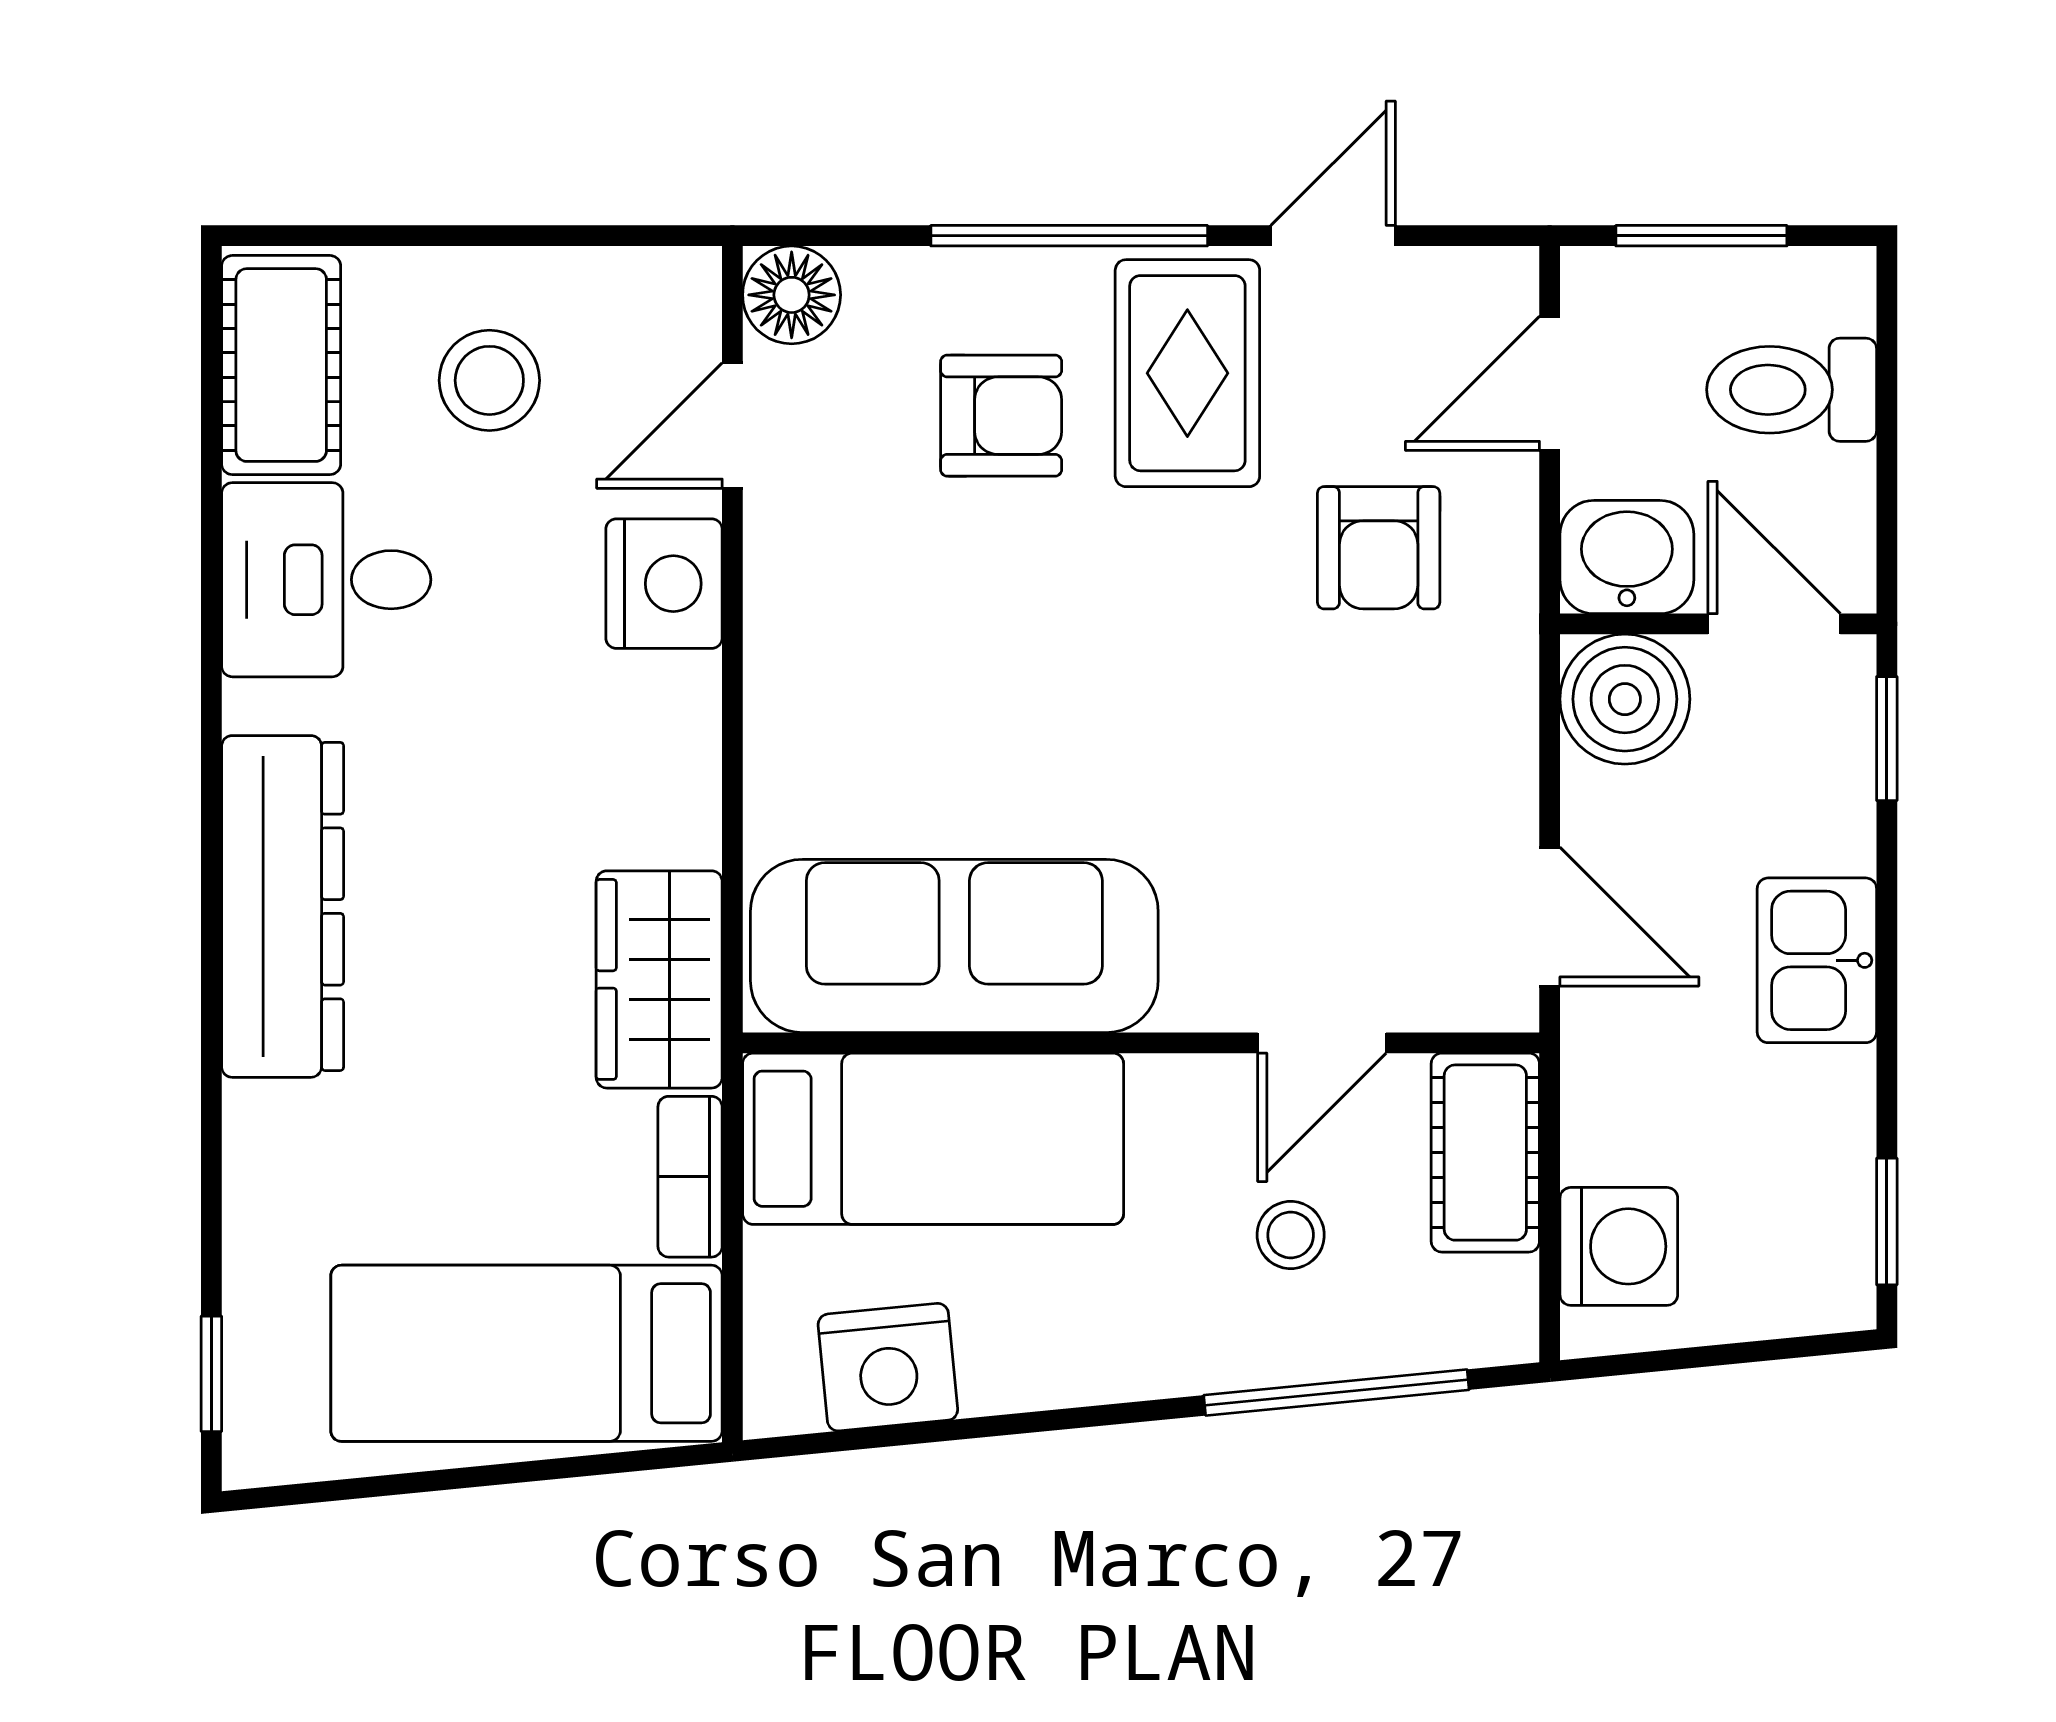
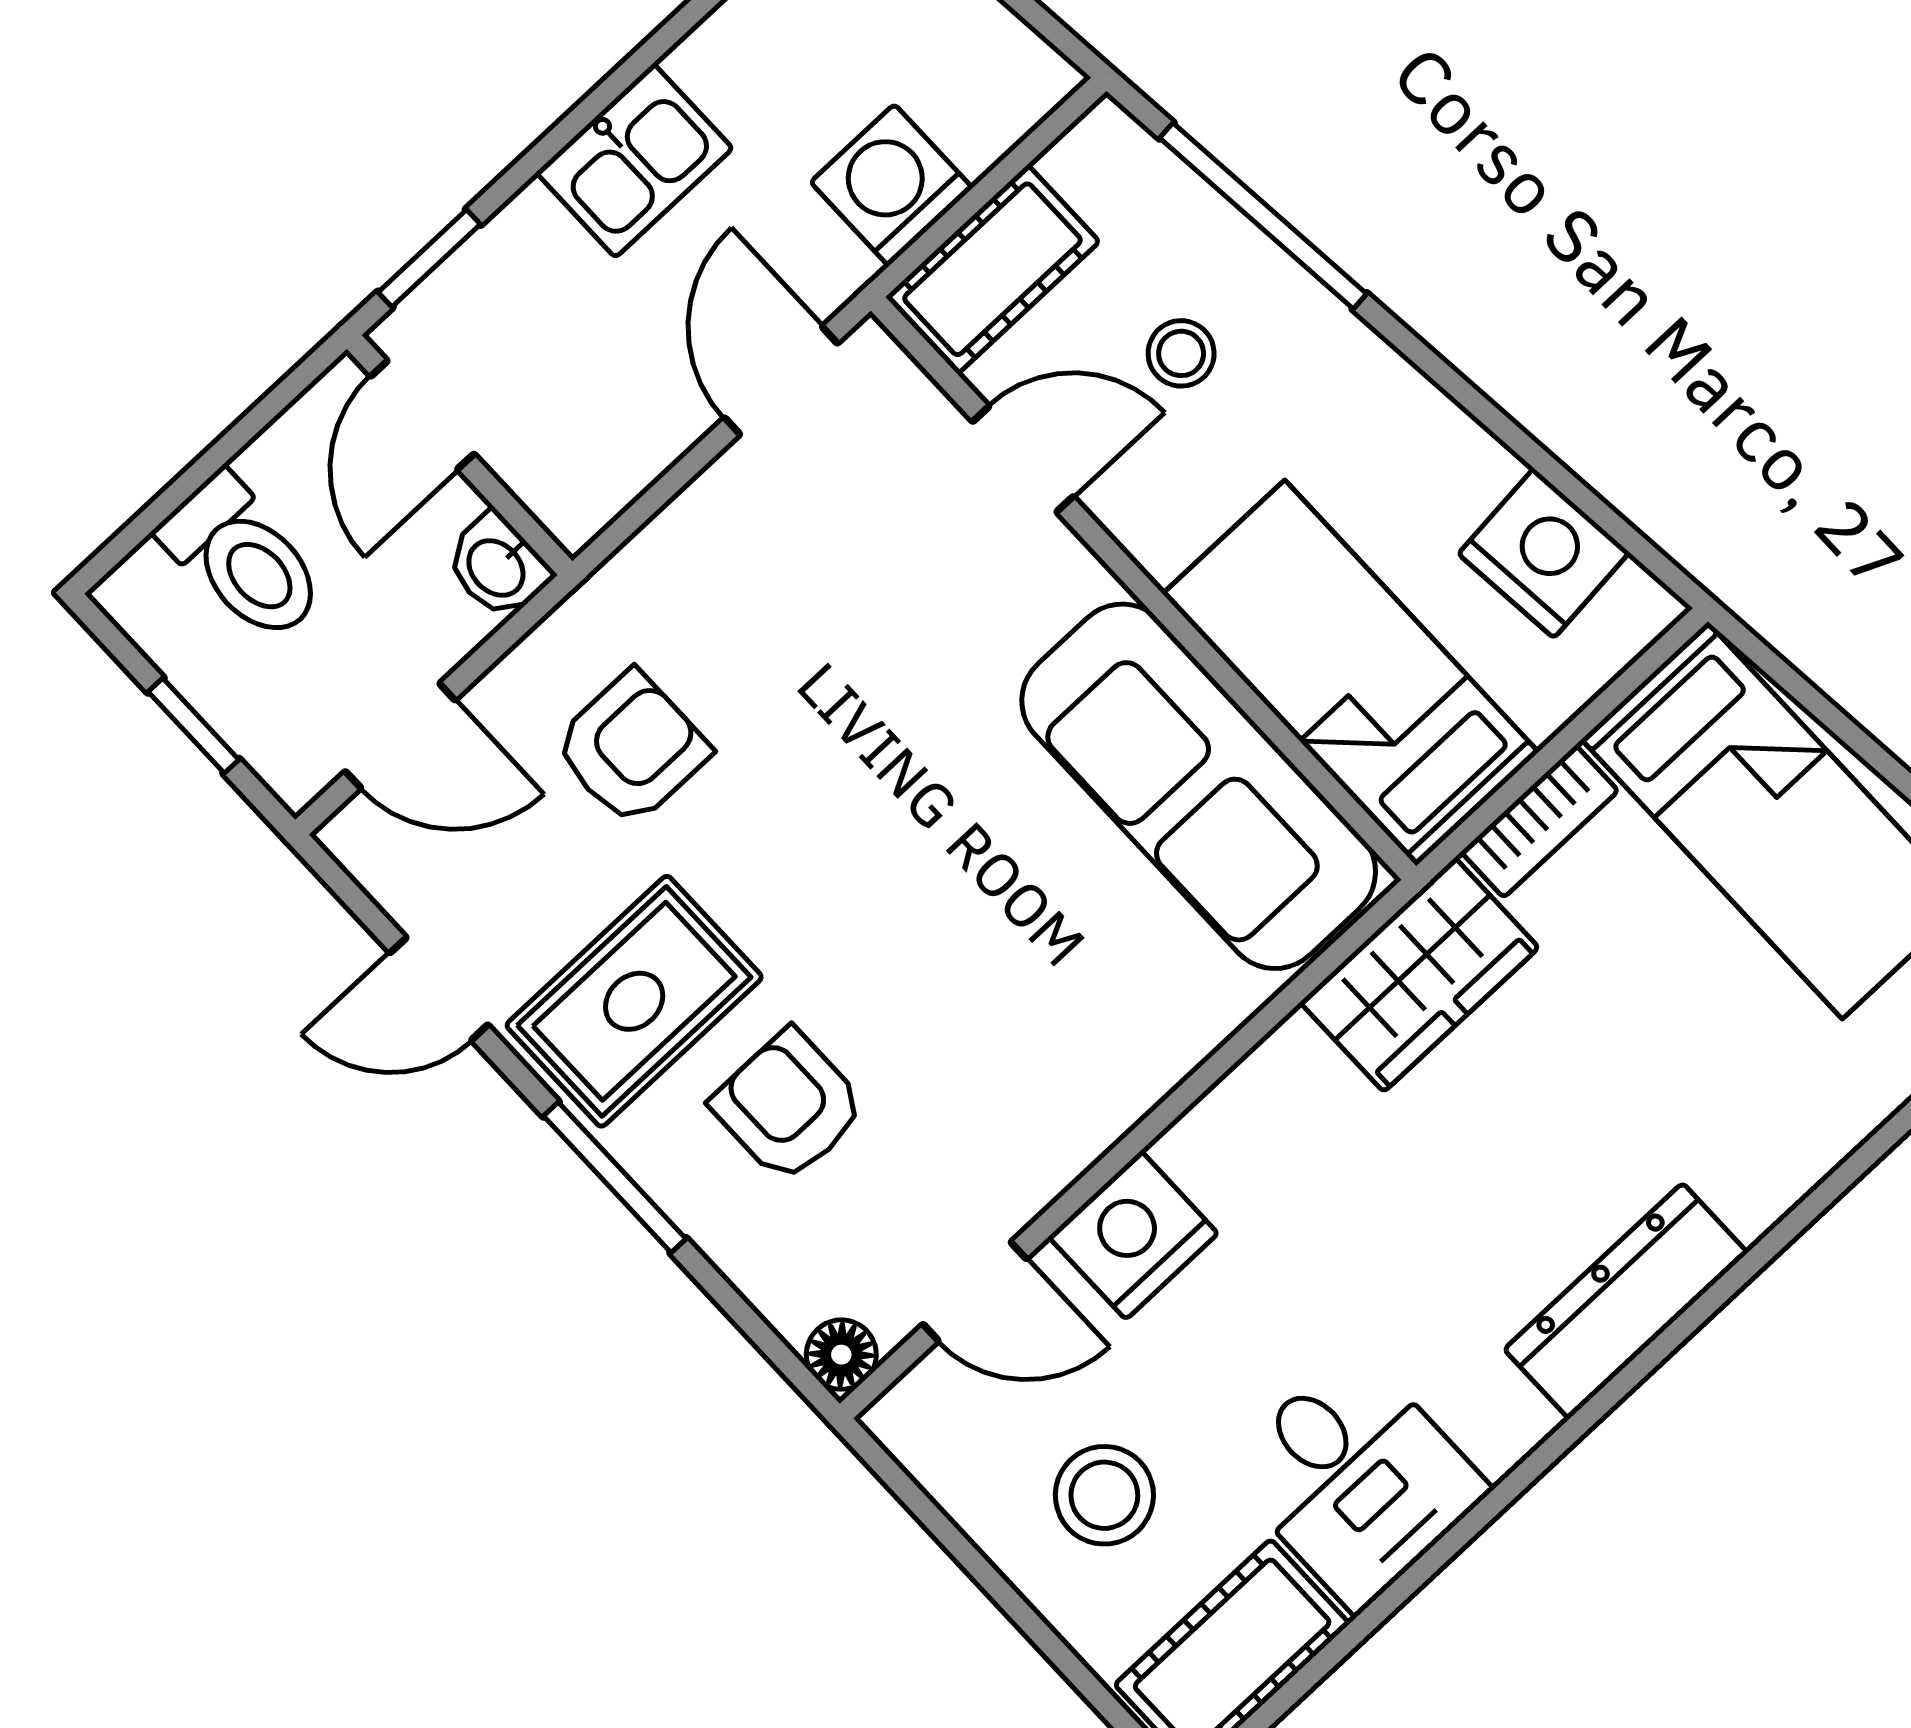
window: (1069, 236) -> (615, 1177), width x0.69
window: (1701, 236) -> (194, 726), width x0.67
floor lamp: (792, 295) -> (841, 1355), width x0.73, depth x0.73
washbasin: (1627, 557) -> (498, 566), width x0.72, depth x0.69
boiler: (1625, 699) -> (576, 472), removed
dresser: (283, 906) -> (1626, 1301), width x0.73, depth x0.80
washing machine: (1619, 1246) -> (892, 185), moved

